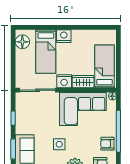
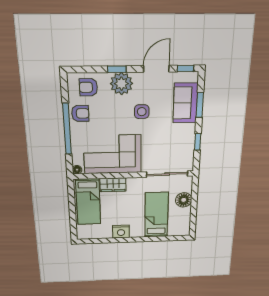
nightstand: (64, 36) -> (121, 232), moved
floor lamp: (22, 42) -> (184, 200), moved
nightstand: (64, 81) -> (136, 184), removed

